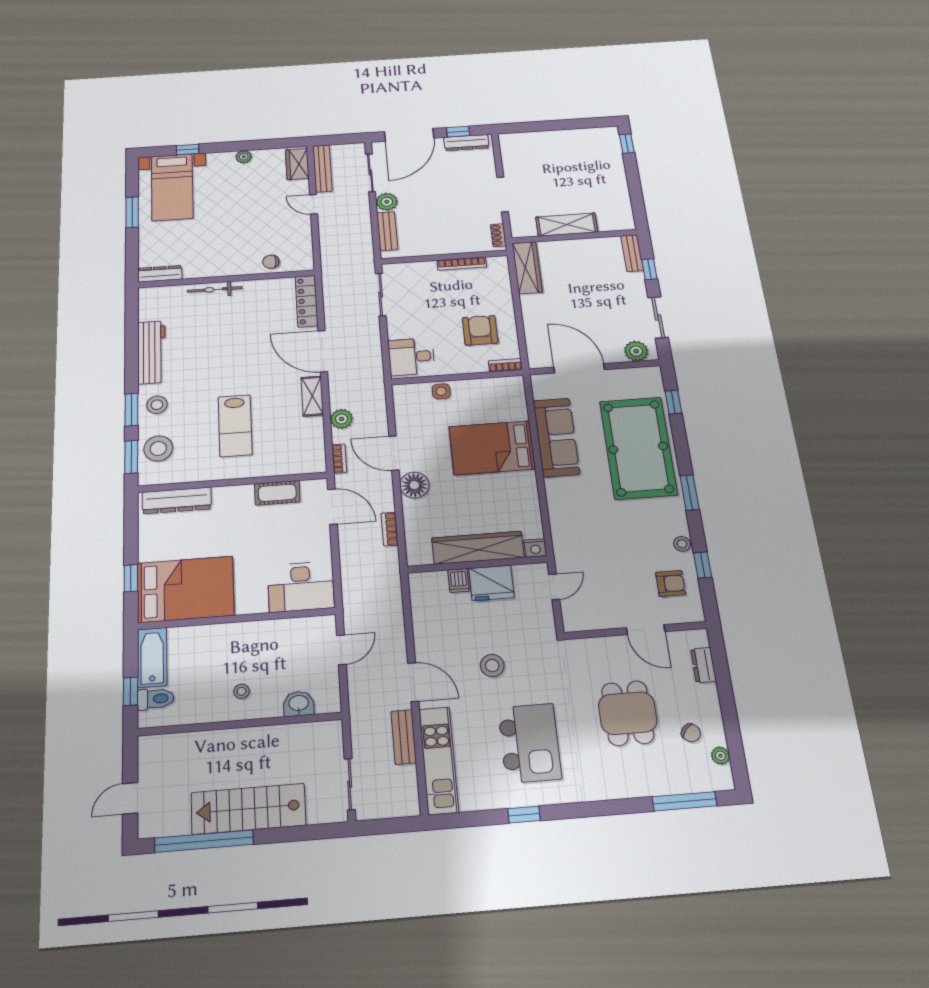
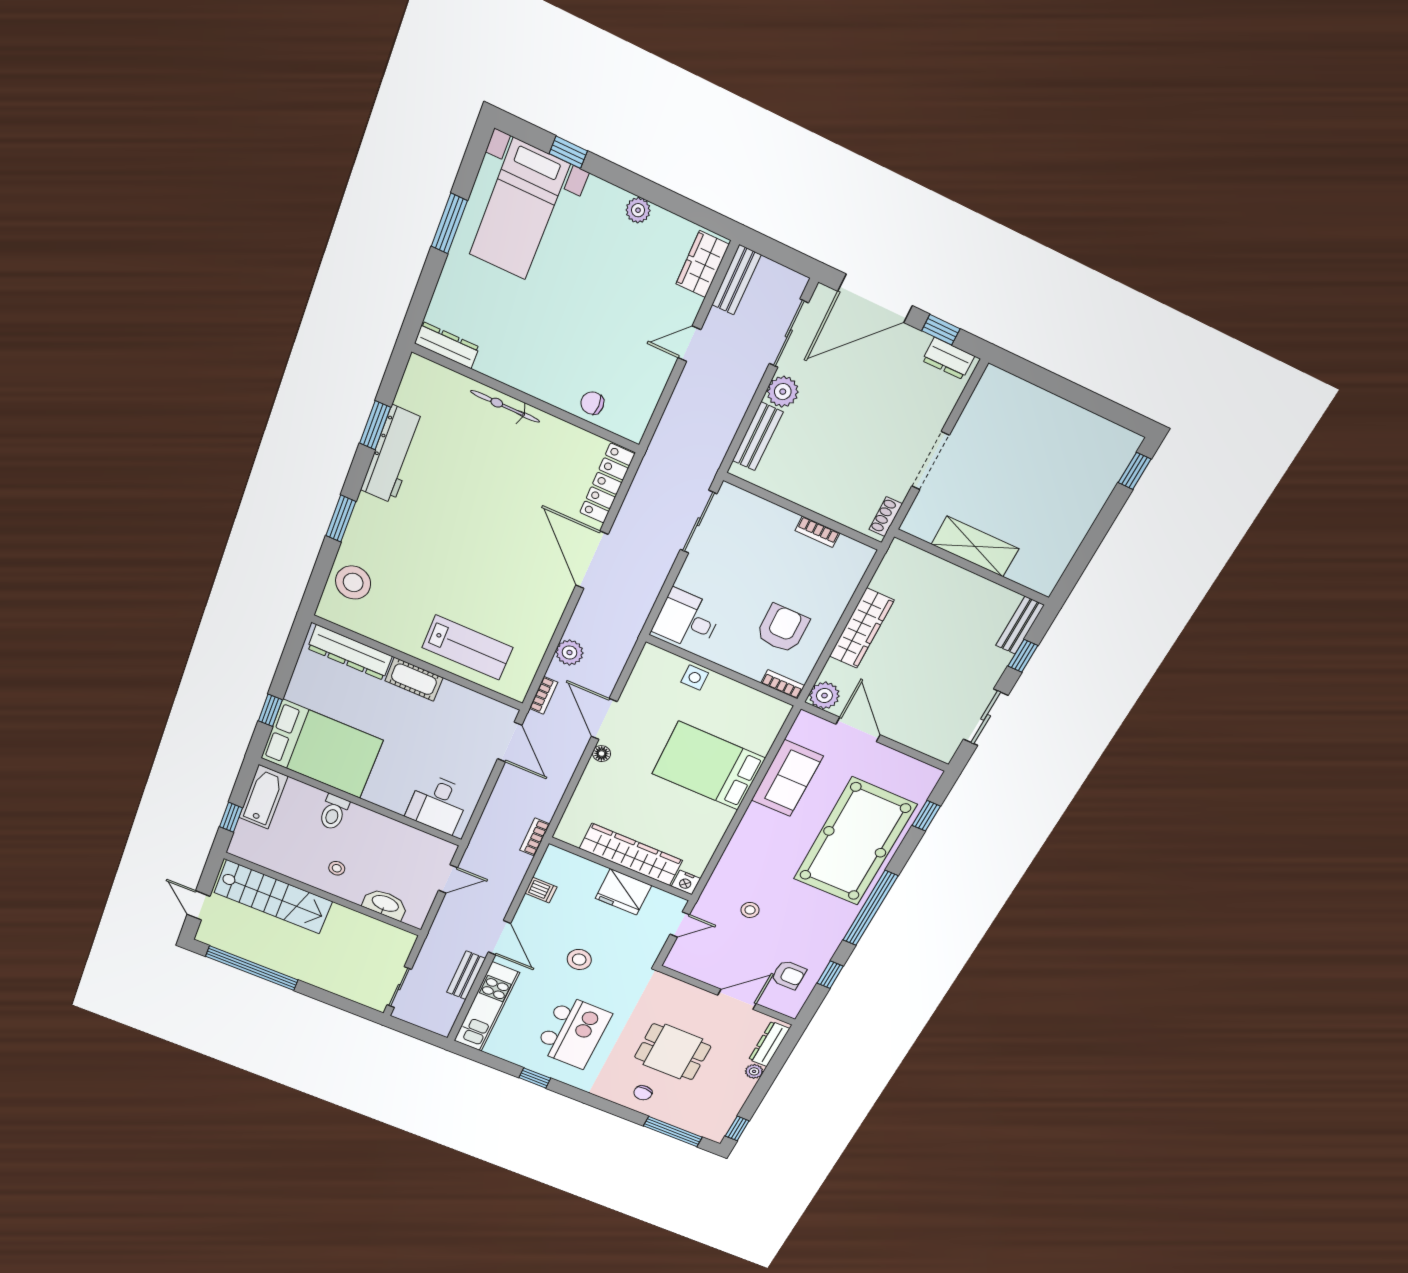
dresser: (466, 143) -> (948, 358), width x0.70
bench: (322, 168) -> (736, 280), width x0.73
door: (314, 204) -> (689, 344), hinge flipped
bookcase: (462, 264) -> (818, 532), width x0.64
wardrobe: (527, 268) -> (862, 628), moved
plant: (636, 351) -> (824, 696), moved
door: (579, 368) -> (858, 729), width x0.73
shelving: (312, 396) -> (552, 609), removed
stool: (157, 405) -> (372, 528), removed
lab bench: (235, 426) -> (467, 647), moved, turned -90
sofa: (556, 437) -> (787, 778), width x0.73
window: (131, 457) -> (375, 425), moved
floor lamp: (414, 485) -> (602, 754), width x0.53, depth x0.53
window: (690, 492) -> (870, 908), width x2.11
cot: (277, 493) -> (414, 679), moved
bookcase: (390, 529) -> (535, 837), moved
stool: (682, 544) -> (750, 910), moved
dishwasher: (459, 580) -> (541, 890), moved, turned -90
desk: (301, 587) -> (438, 804), width x0.73
door: (646, 630) -> (737, 999), swing flipped
dresser: (703, 665) -> (769, 1044), width x1.44
toilet: (156, 699) -> (334, 812), moved, turned 90
washbasin: (299, 704) -> (385, 904), width x1.38
dining table: (628, 713) -> (673, 1052), turned 90
chair: (691, 733) -> (643, 1093), moved, turned 54
plant: (720, 756) -> (754, 1071), moved
window: (738, 763) -> (737, 1128), added
door: (130, 798) -> (199, 905), hinge flipped
stairs: (248, 809) -> (273, 897), moved, turned 180

